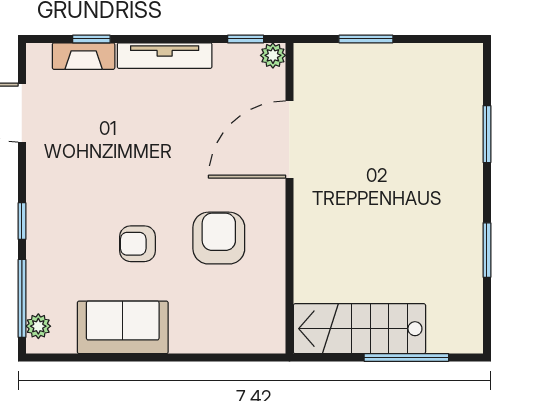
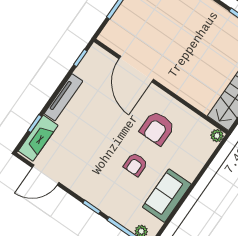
plant: (273, 55) -> (217, 136), moved
fireplace: (84, 56) -> (38, 138), width x1.37, depth x1.32
armchair: (219, 238) -> (157, 128), turned -90

